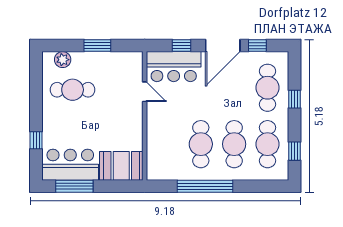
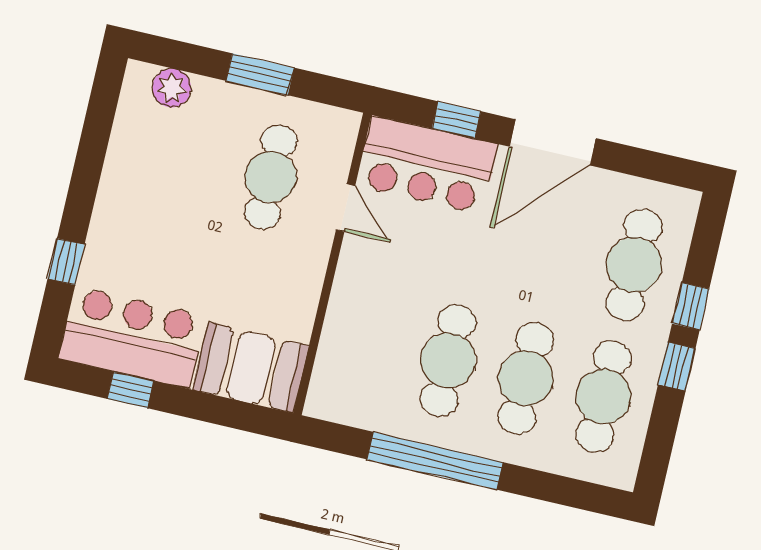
window: (257, 46) -> (633, 161), removed
cafe table: (73, 90) -> (271, 177), moved, turned 90
window: (294, 151) -> (677, 366), moved
window: (74, 186) -> (130, 390), width x0.46

